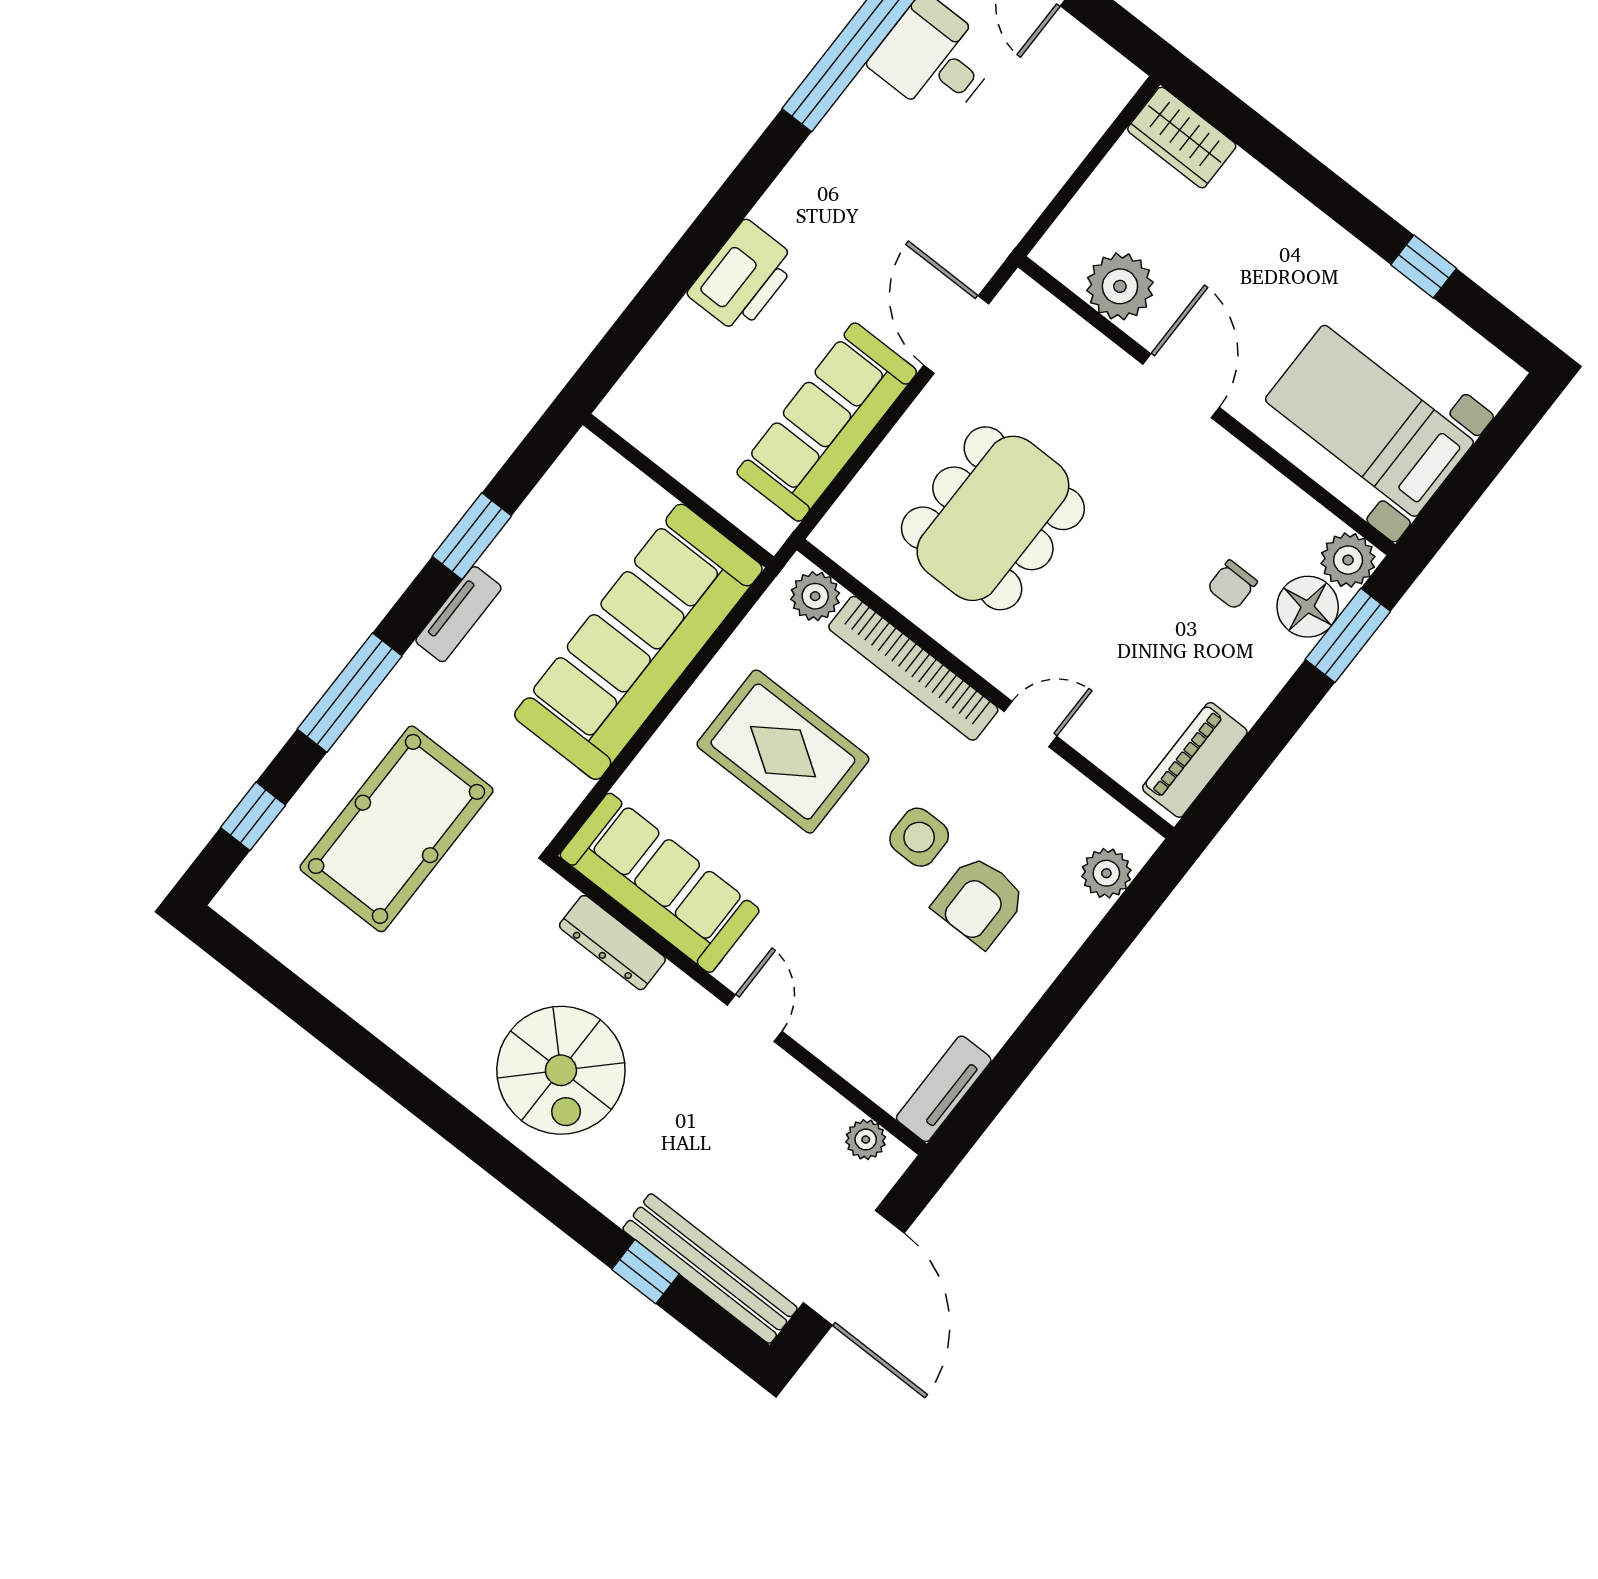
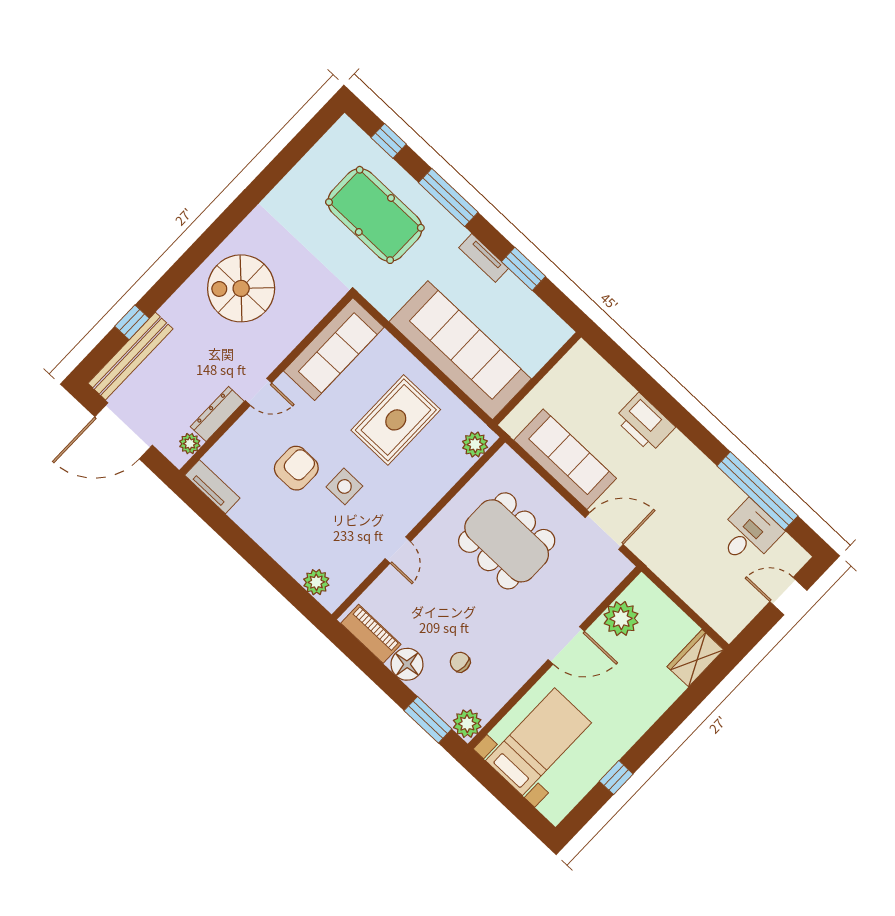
floor lamp: (1308, 607) -> (407, 664), moved
bookcase: (913, 668) -> (433, 492), removed
armchair: (979, 901) -> (296, 468), moved, turned 90
dresser: (612, 943) -> (217, 414), moved

